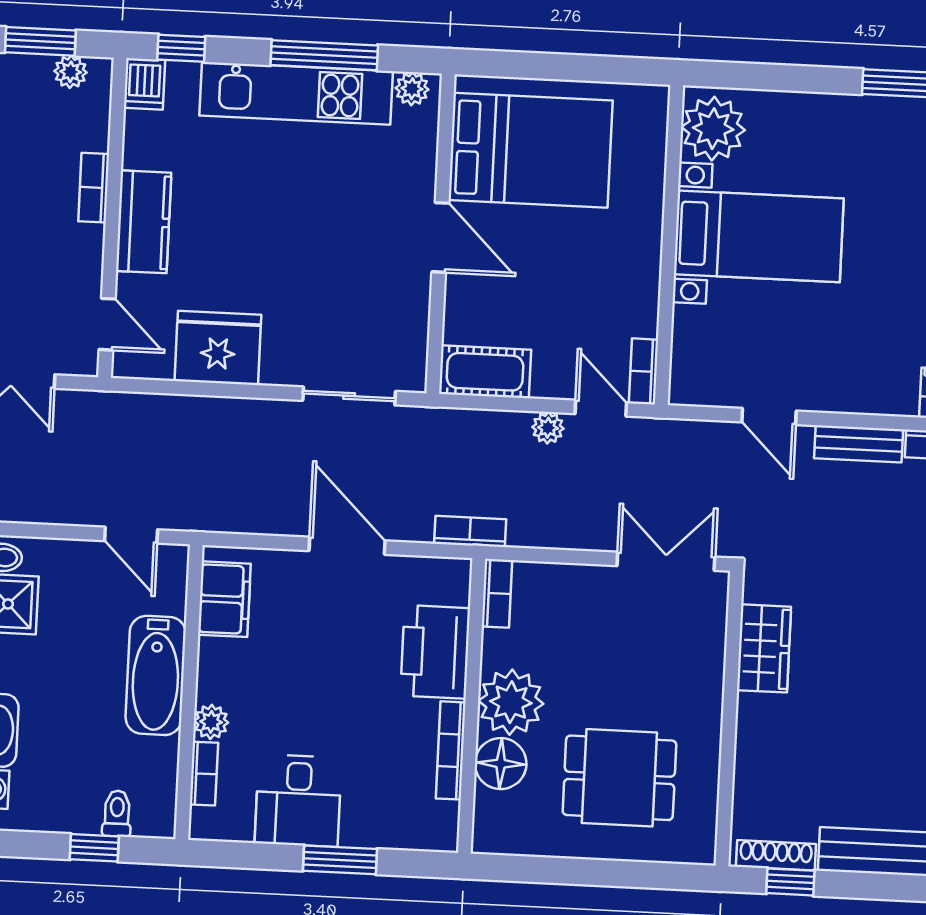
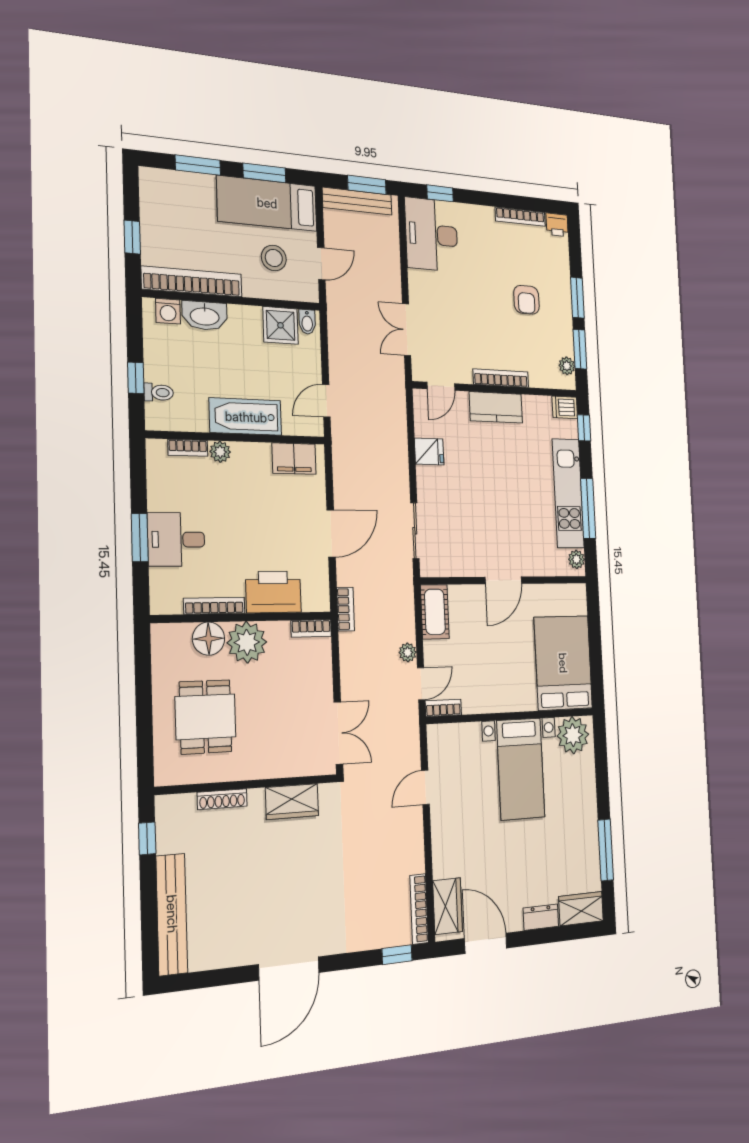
bed: (531, 150) -> (563, 663), moved, turned 180
bookcase: (94, 188) -> (501, 378), width x1.56
fridge: (218, 348) -> (429, 452), width x0.53, depth x0.75
bench: (859, 444) -> (415, 845), removed
desk: (298, 801) -> (176, 539), moved
shoe rack: (776, 855) -> (222, 799), moved, turned 90

